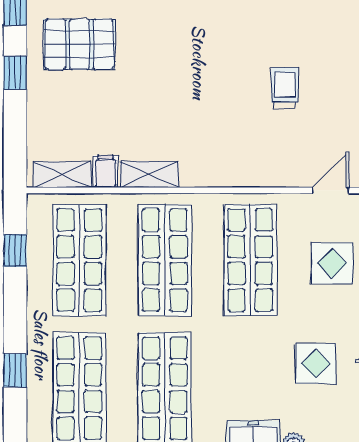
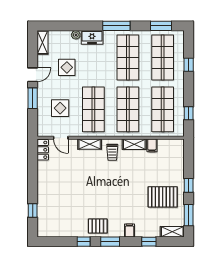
trolley: (285, 88) -> (112, 152), moved
shelving: (62, 175) -> (90, 144), moved
door: (331, 190) -> (61, 138), hinge flipped

